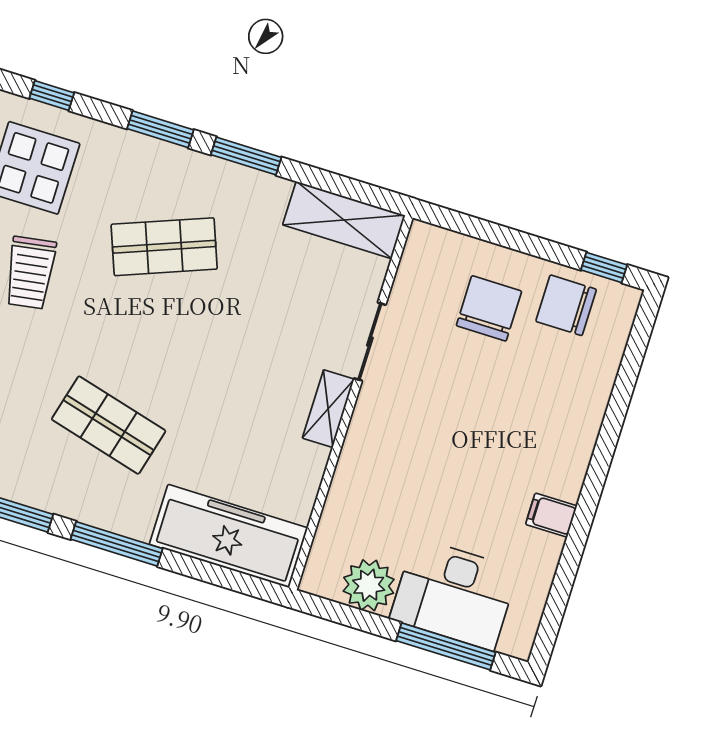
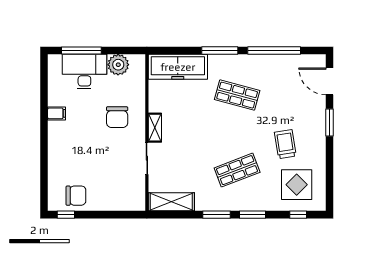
chair: (489, 308) -> (117, 117), moved

